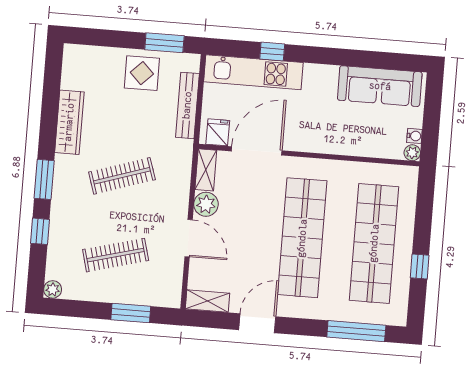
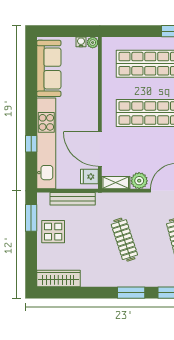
kitchen unit: (253, 72) -> (46, 143), width x1.36
wardrobe: (69, 122) -> (58, 279), moved

